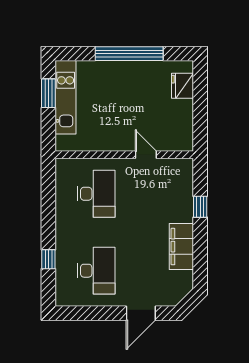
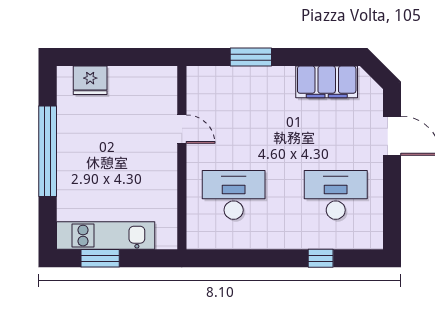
door: (146, 155) -> (182, 129), swing flipped
window: (200, 207) -> (251, 57), width x1.50
filing cabinet: (181, 247) -> (327, 82), moved

